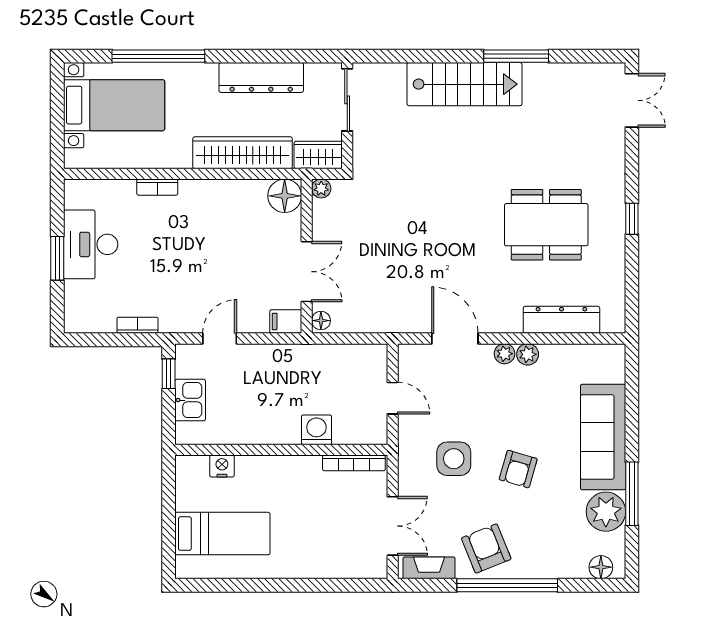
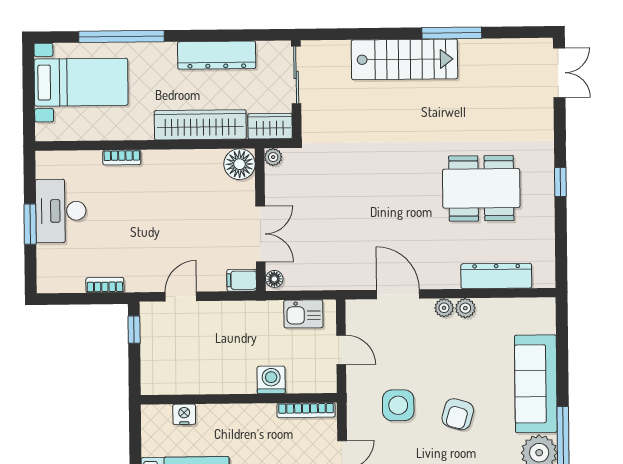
kitchen sink: (190, 400) -> (303, 314), moved, turned 90

